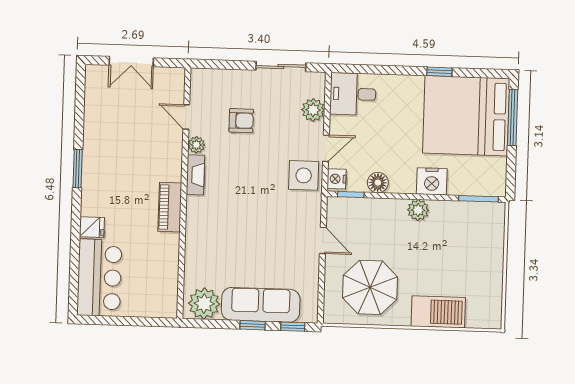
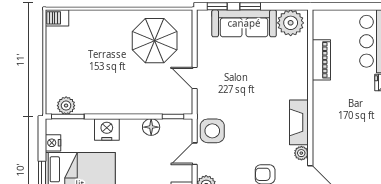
fireplace: (195, 175) -> (299, 122), width x1.37, depth x1.32
nightstand: (337, 179) -> (53, 143), moved, turned 180
piano: (170, 207) -> (321, 60), moved
plant: (418, 210) -> (66, 106), moved
barbecue: (438, 312) -> (57, 18), moved, width x0.53, depth x0.65

